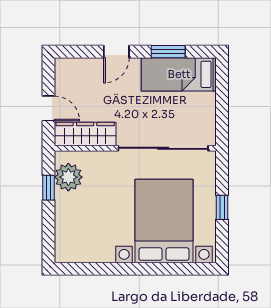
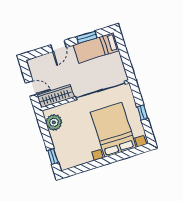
window: (48, 188) -> (53, 156), moved

